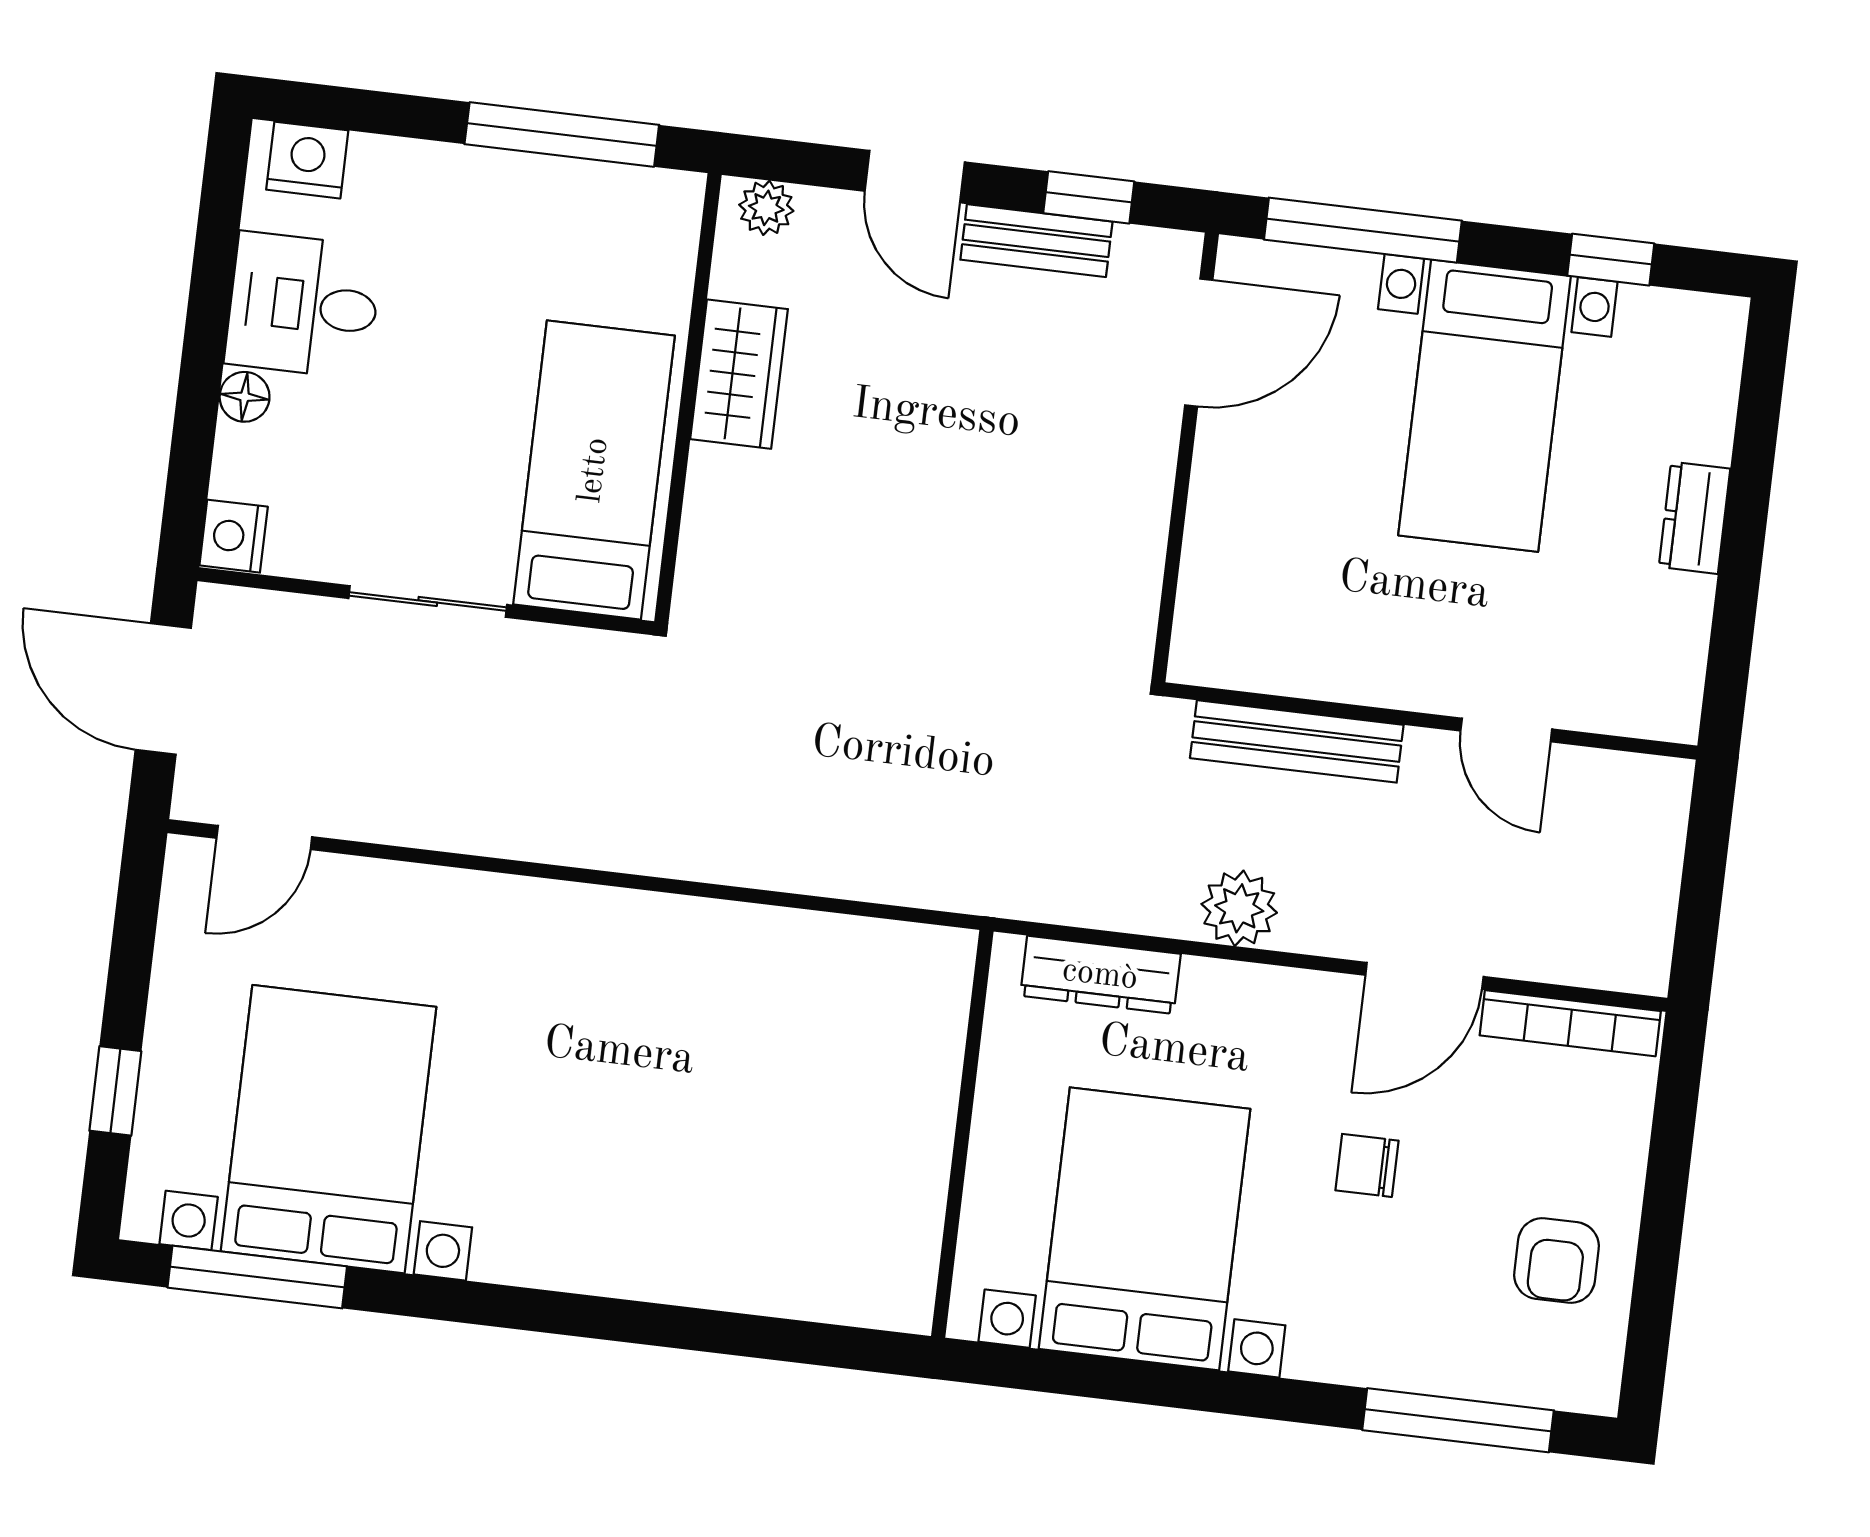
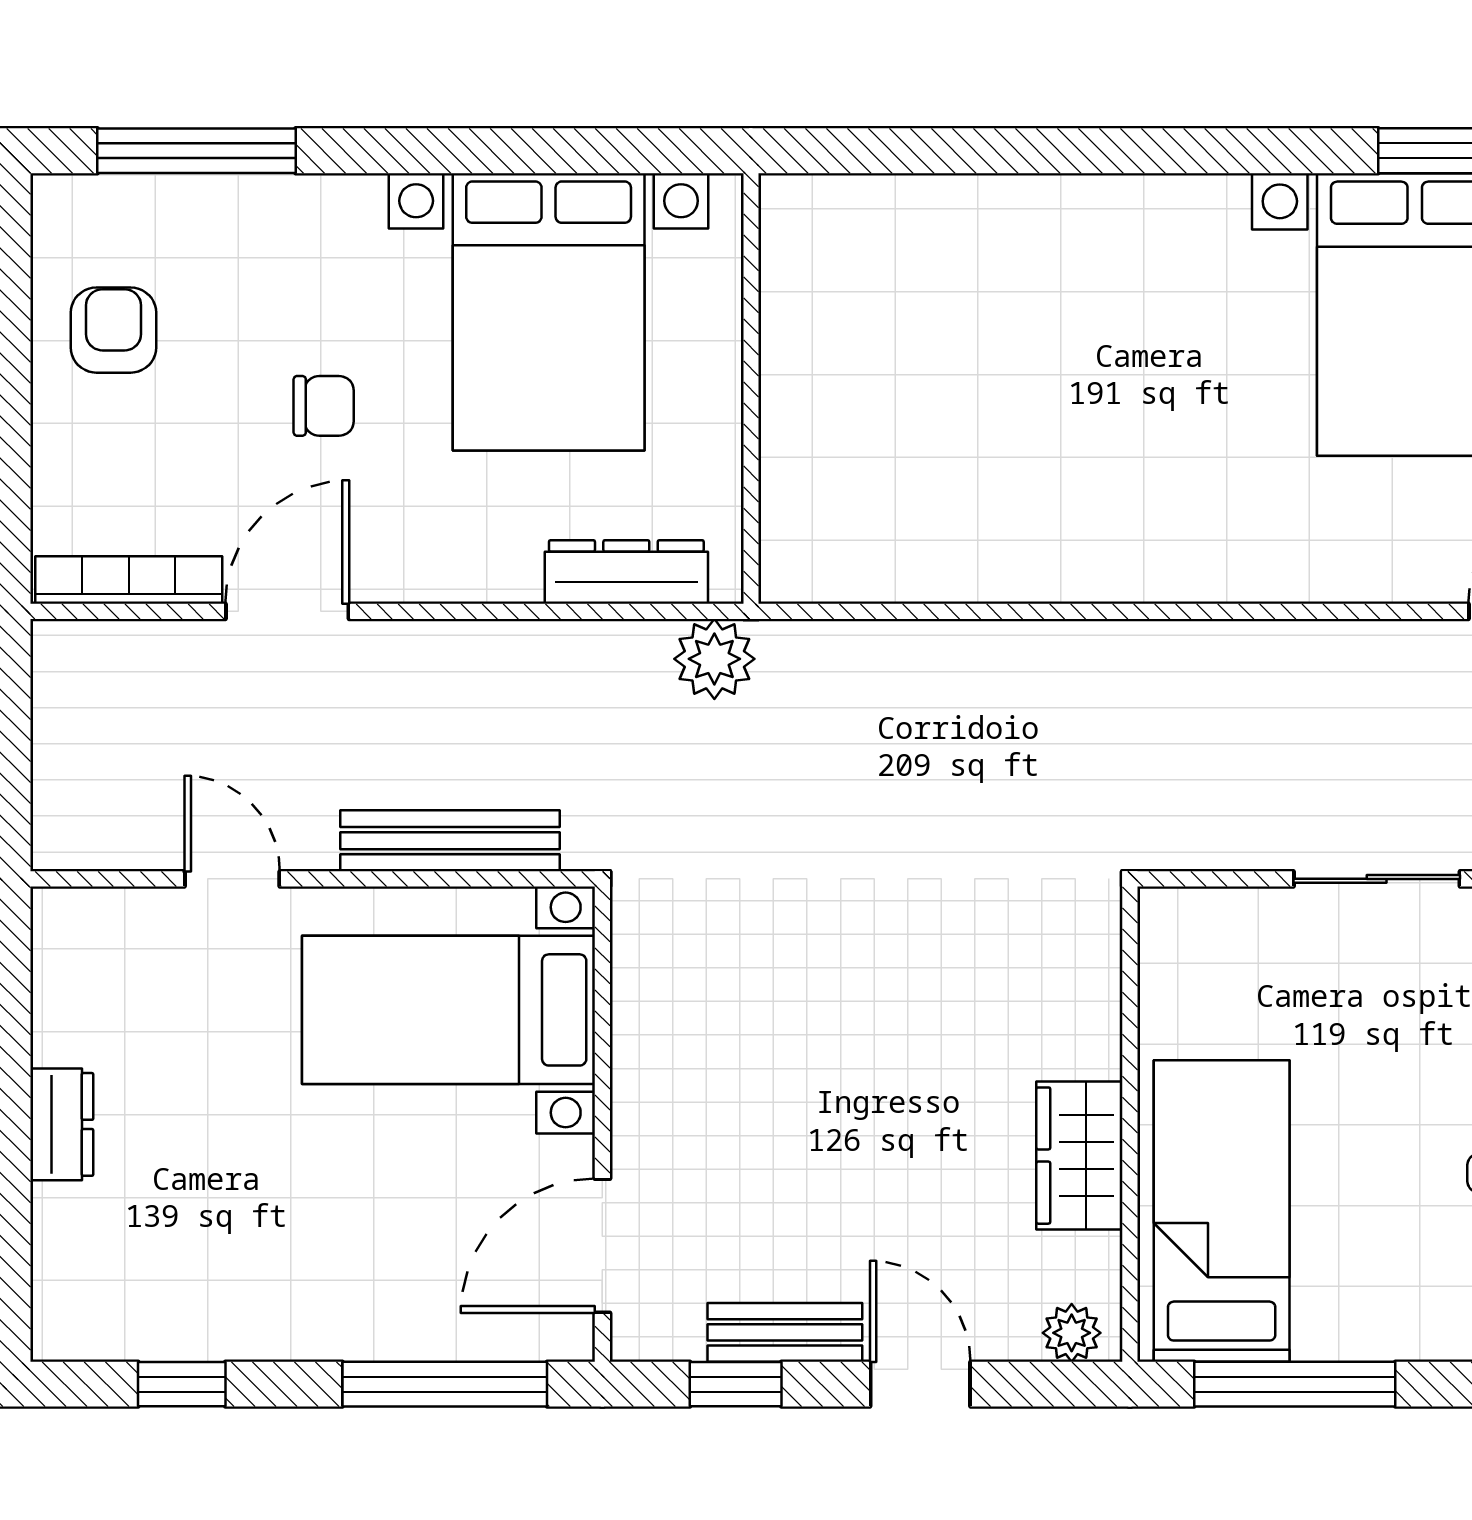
bed with nightstands: (1485, 406) -> (449, 1010), moved, turned -90
bed: (594, 470) -> (1222, 1211), moved, turned 180
plant: (1239, 908) -> (714, 659), moved

